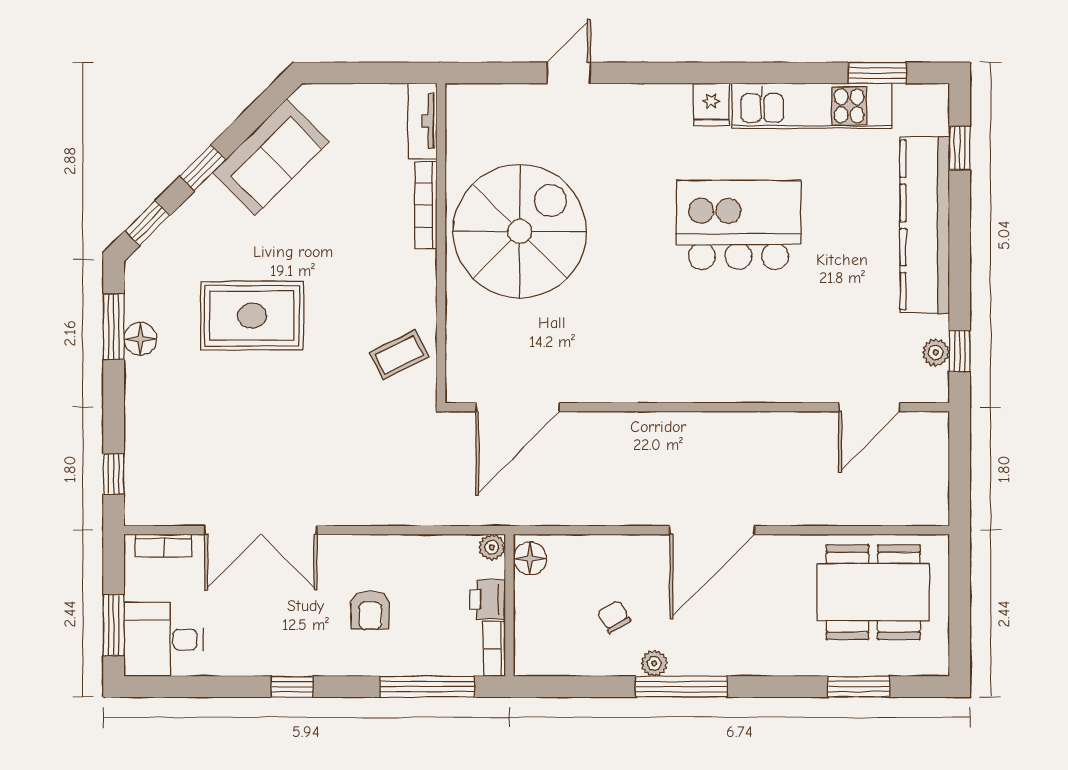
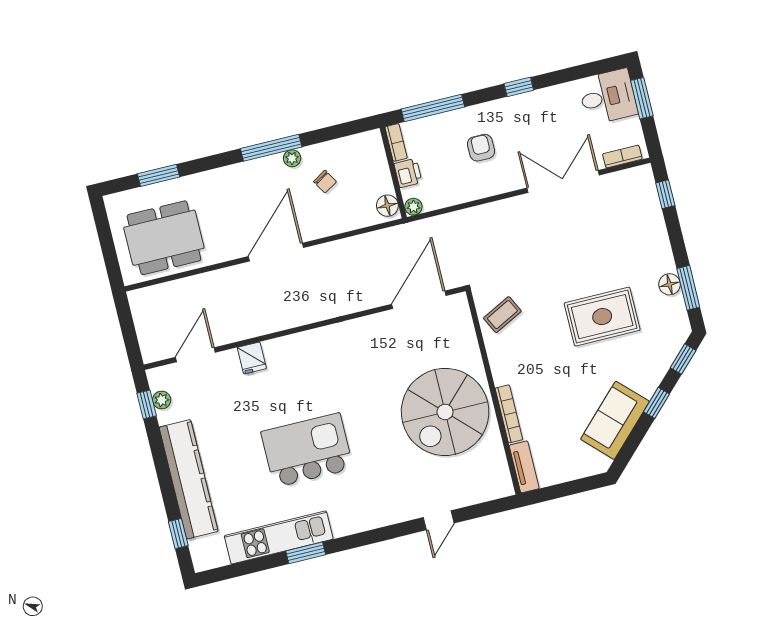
window: (877, 73) -> (306, 553), moved
fridge: (711, 105) -> (252, 358), moved, turned 180
kitchen island: (738, 225) -> (307, 450), turned 180

